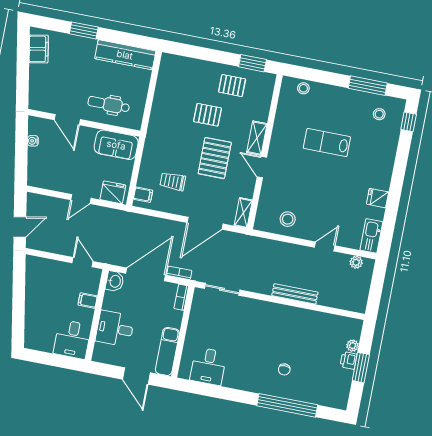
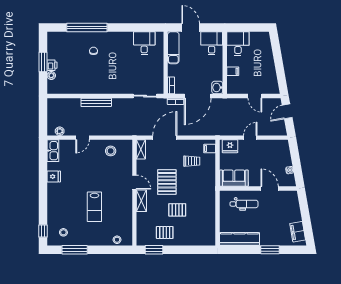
lab bench: (327, 143) -> (94, 207), turned 90
door: (83, 262) -> (255, 96), moved
desk: (115, 329) -> (212, 43), moved, turned -90

